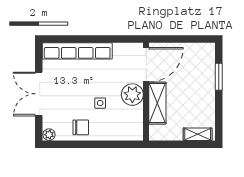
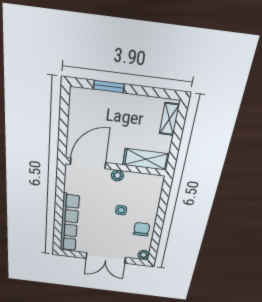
door: (146, 65) -> (88, 163), hinge flipped
plant: (132, 95) -> (117, 175), width x0.53, depth x0.53
shelving: (157, 103) -> (146, 159), moved

